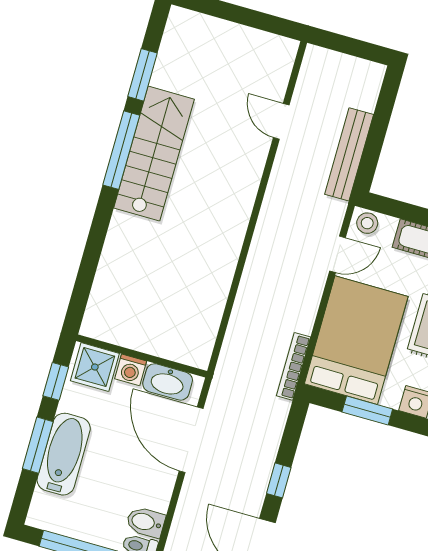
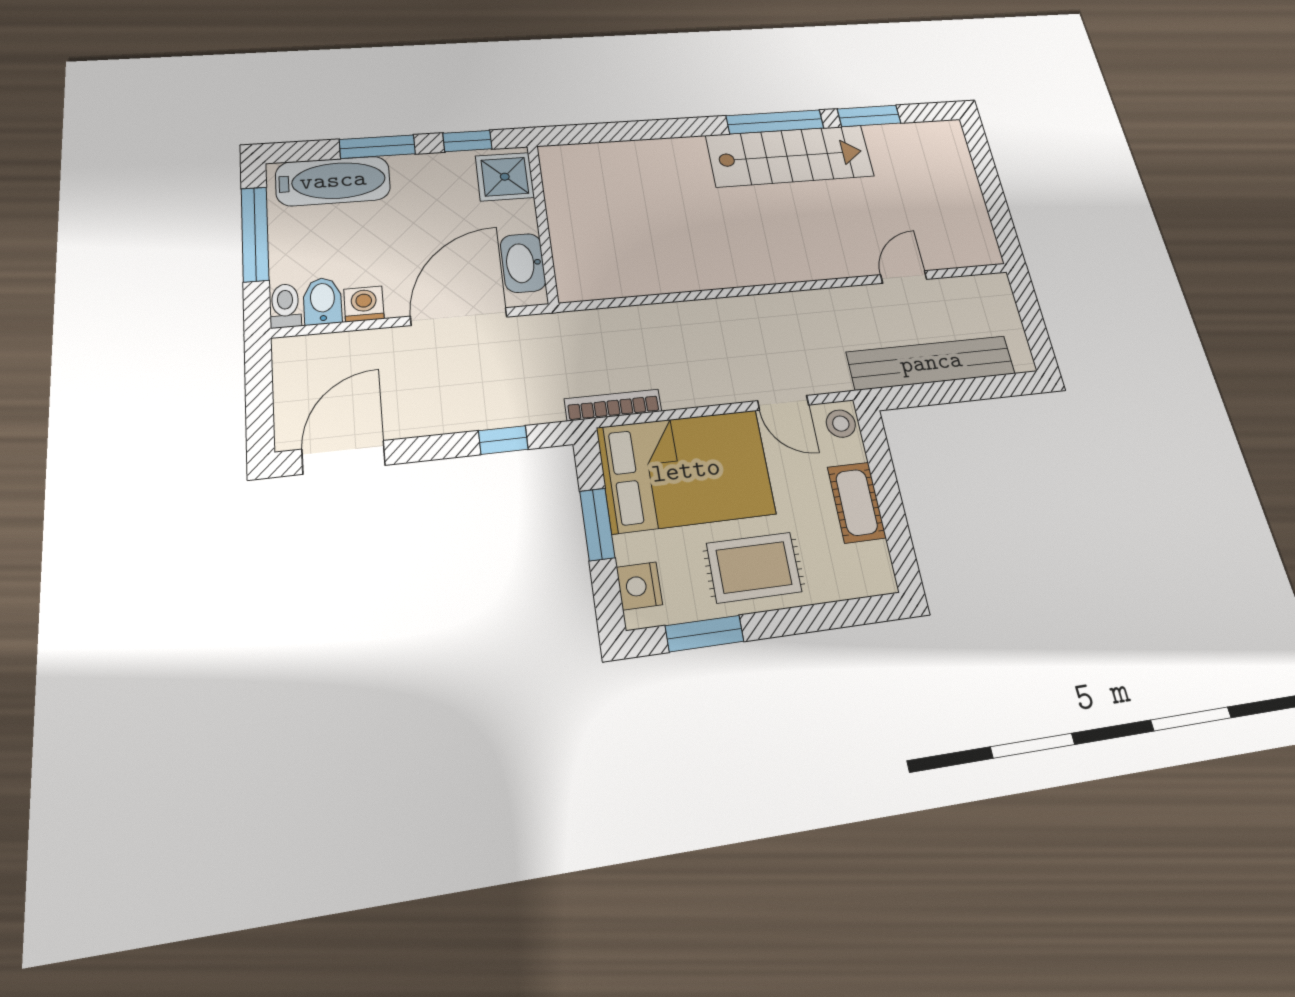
bench: (349, 154) -> (931, 363), width x1.37, depth x1.21
washing machine: (131, 370) -> (364, 304), moved, turned 90
bathtub: (64, 454) -> (333, 181), moved
window: (279, 480) -> (503, 440), moved

